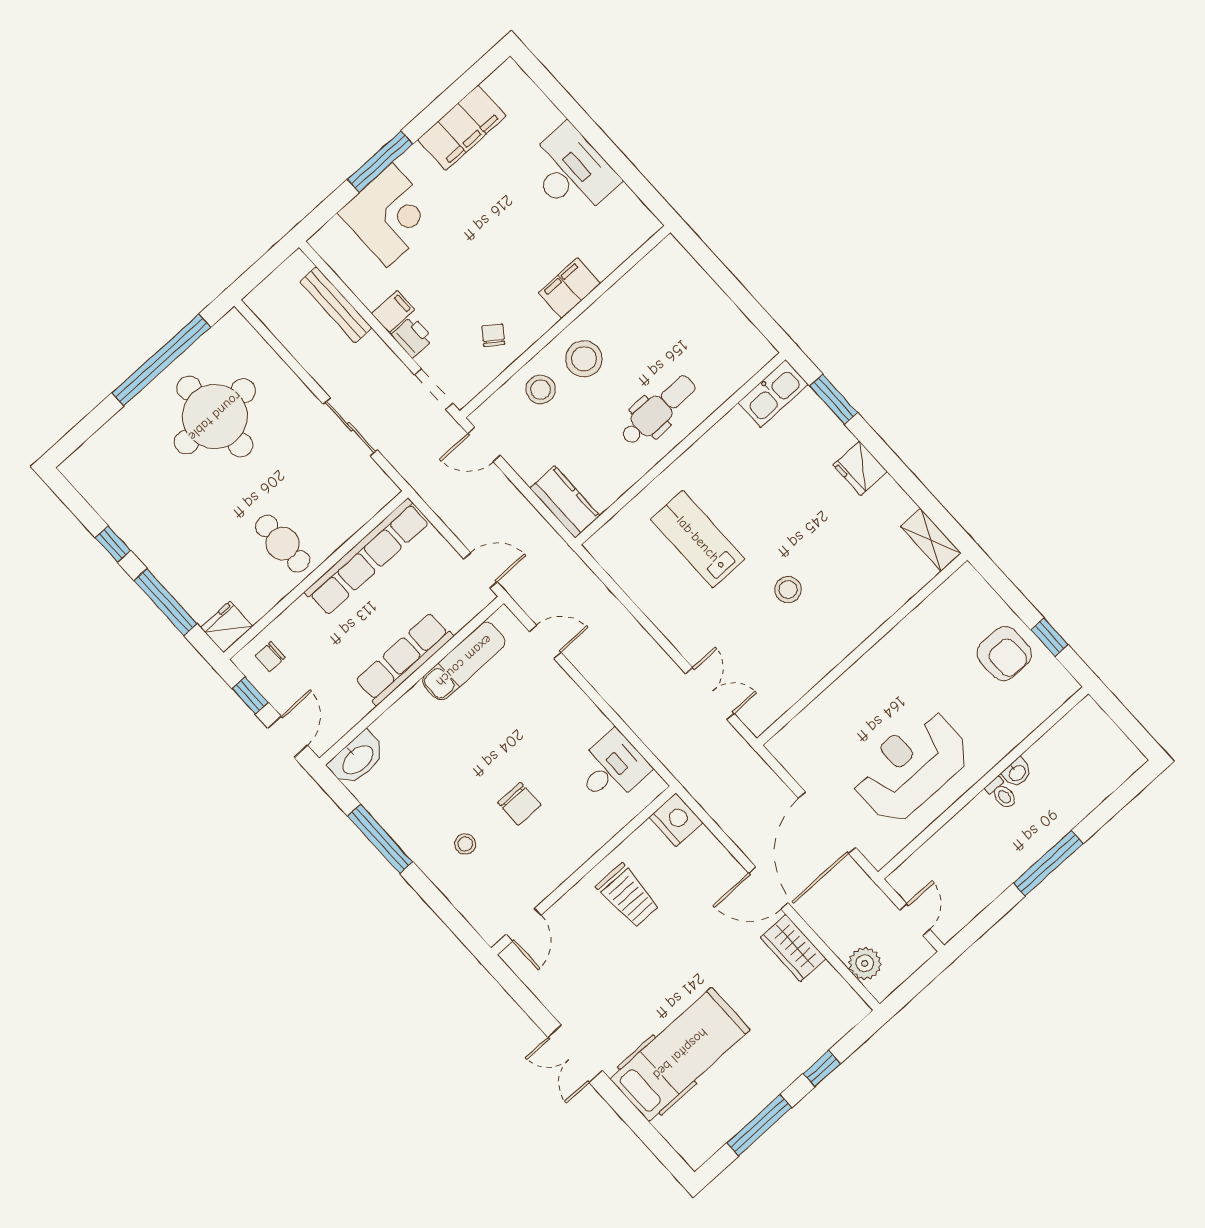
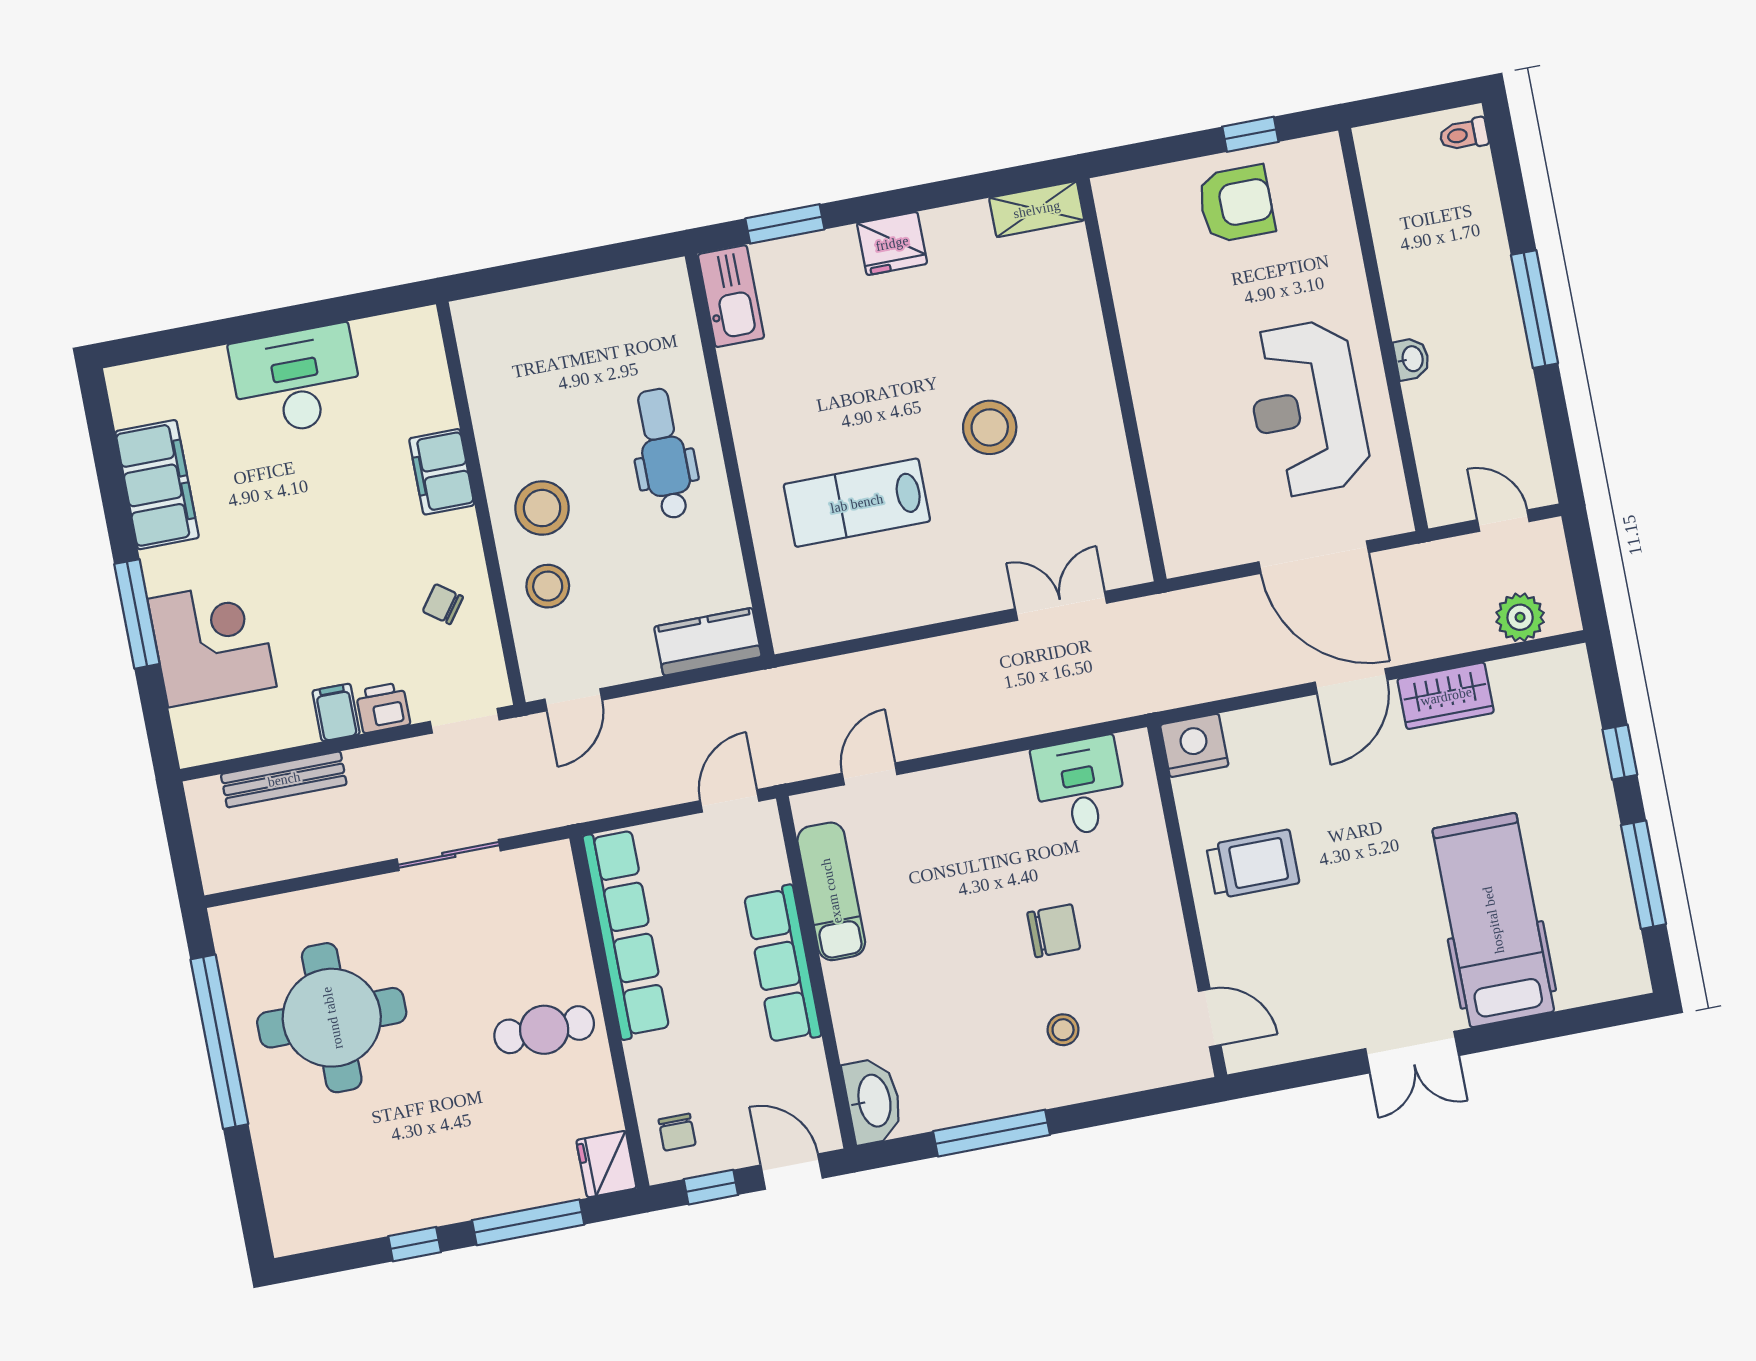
stool: (788, 590) -> (990, 427), width x1.38, depth x1.38
washbasin: (1017, 773) -> (1412, 359), moved
toilet: (1002, 794) -> (1464, 135), moved, turned 180

